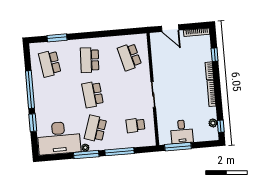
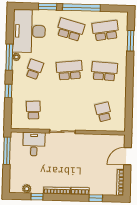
school desk: (130, 57) -> (103, 112), width x0.54
school desk: (53, 98) -> (70, 30), added
window: (221, 126) -> (37, 197), moved
school desk: (96, 129) -> (34, 69), width x0.54
desk: (182, 132) -> (34, 144), moved, turned 90
window: (120, 152) -> (8, 91), width x0.46

